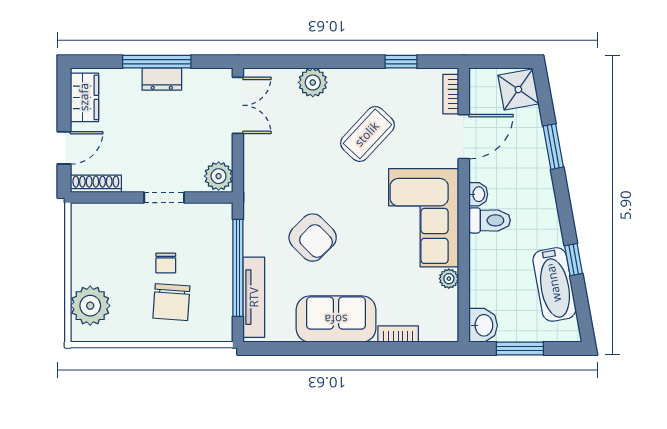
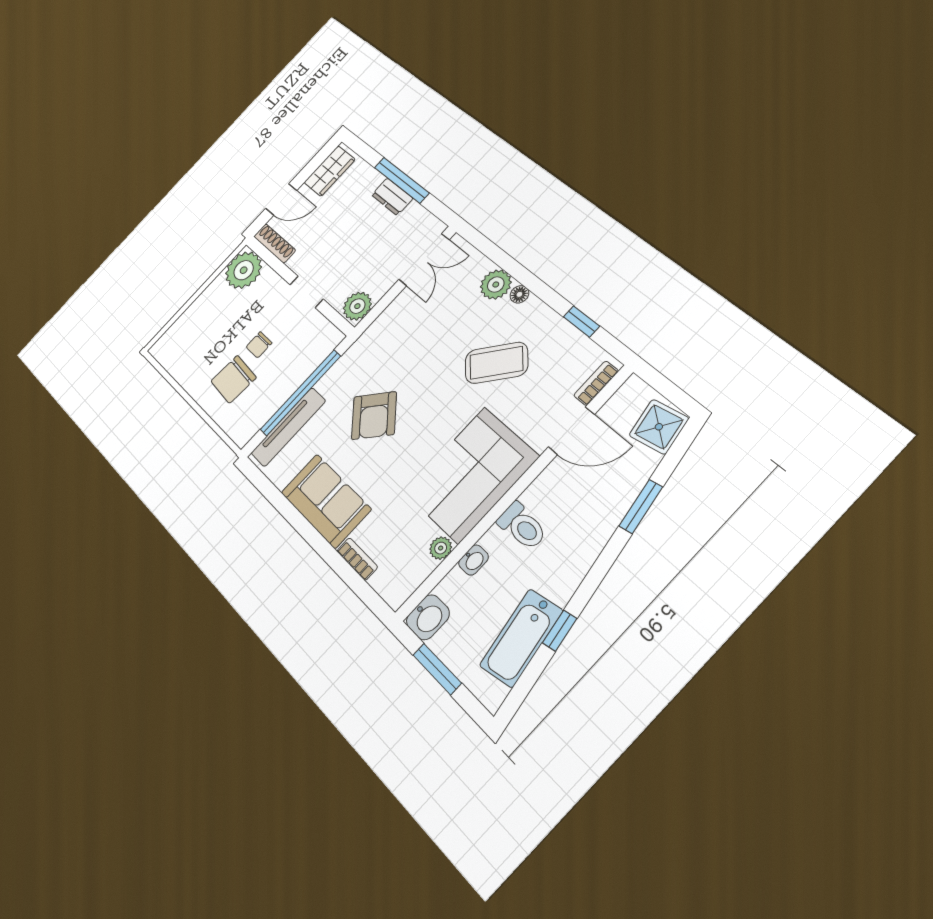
floor lamp: (338, 76) -> (519, 294), added
washbasin: (478, 194) -> (474, 560), moved
plant: (90, 306) -> (244, 270), moved

